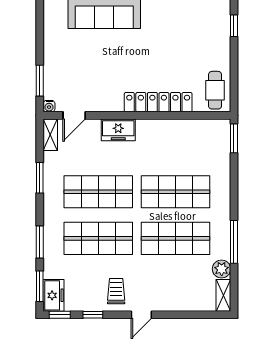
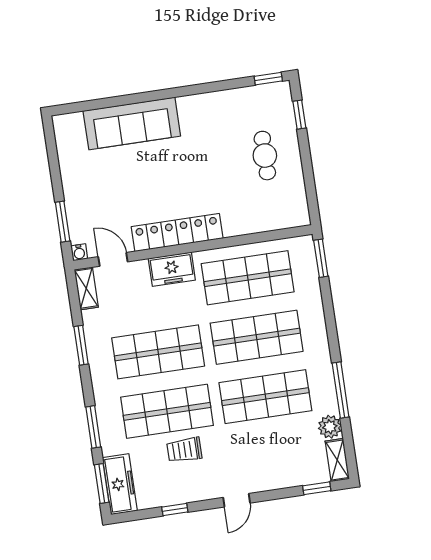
cafe table: (215, 90) -> (265, 156), moved
locker: (158, 102) -> (177, 233), moved
door: (74, 115) -> (113, 259), swing flipped
shop shelf: (176, 145) -> (248, 278), added
trolley: (116, 291) -> (184, 450), moved, turned -90
freezer: (54, 295) -> (120, 484), width x1.40
window: (60, 315) -> (317, 488), moved

